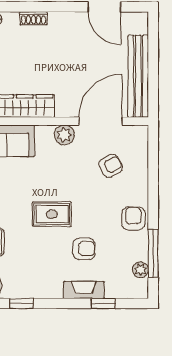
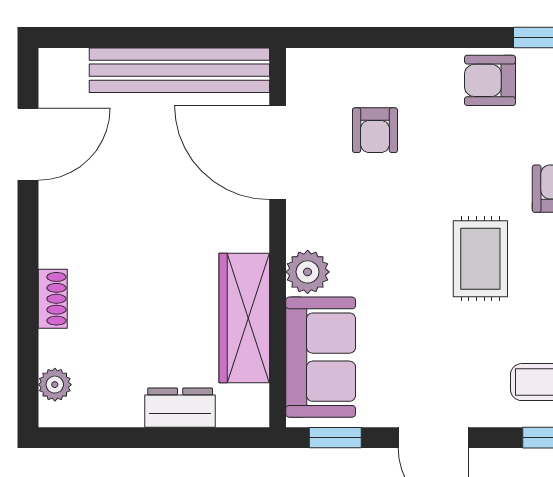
plant: (64, 135) -> (308, 272), moved
armchair: (111, 166) -> (375, 130), turned -152

